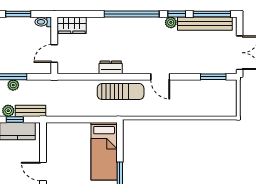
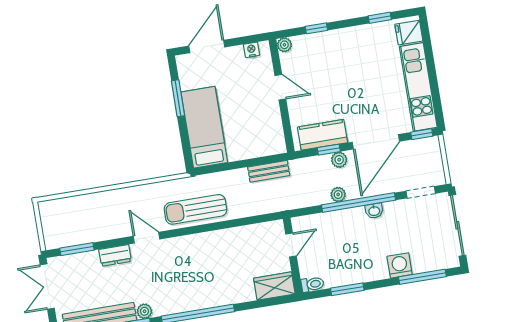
dresser: (111, 67) -> (115, 255), moved
bench: (30, 111) -> (269, 171), moved

